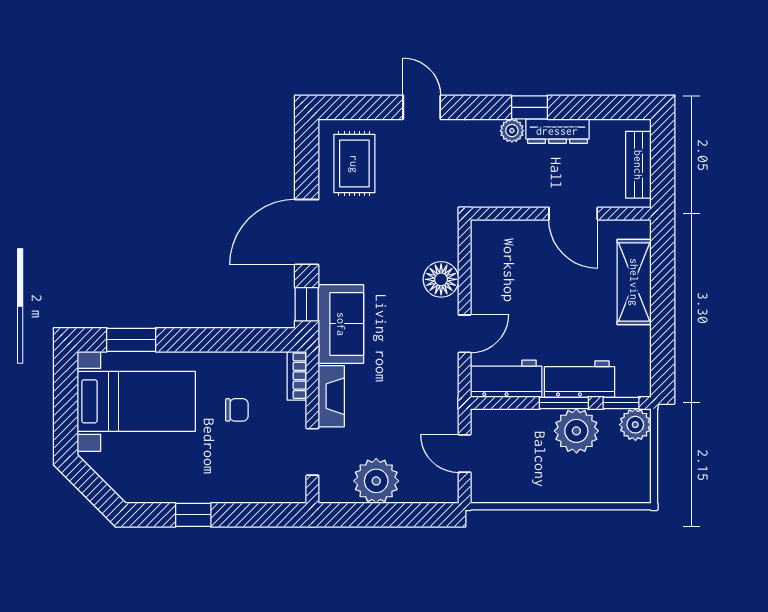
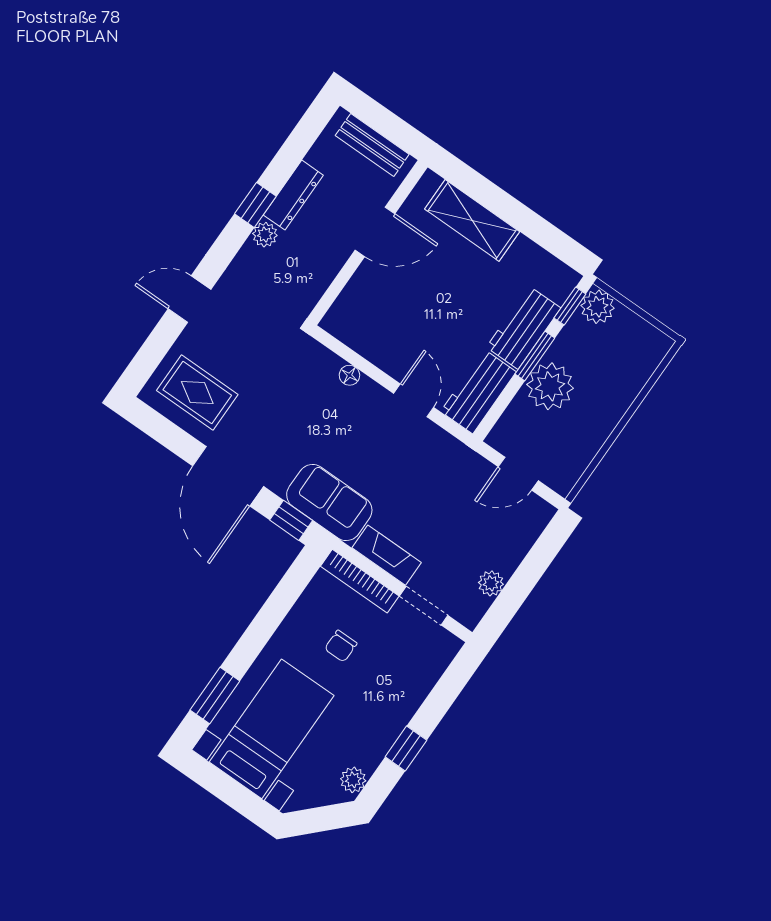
floor lamp: (441, 279) -> (349, 375), width x0.53, depth x0.53
bookcase: (297, 376) -> (360, 581), width x1.56
chair: (237, 410) -> (341, 646), turned 180
plant: (576, 431) -> (550, 386), moved
plant: (376, 481) -> (491, 583), width x0.53, depth x0.53
plant: (141, 491) -> (353, 780), added

